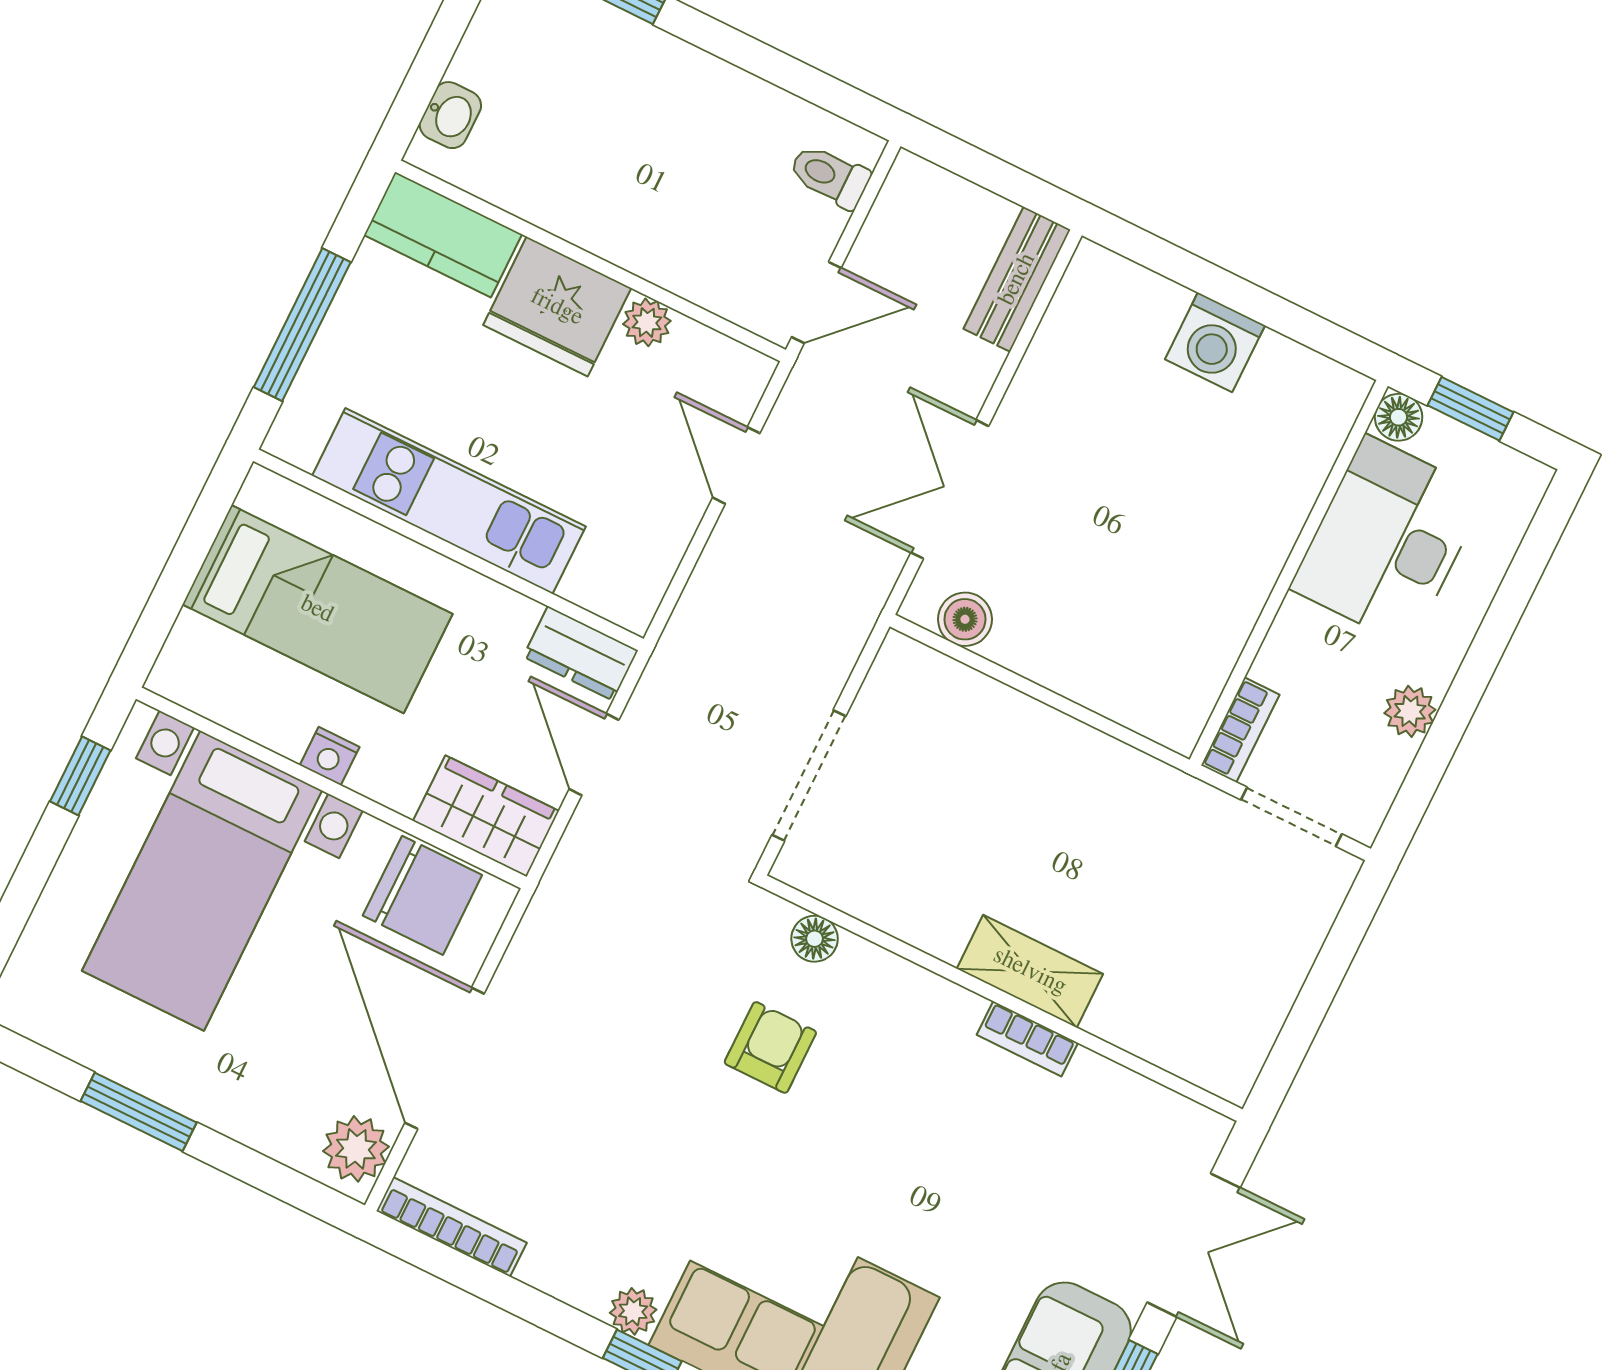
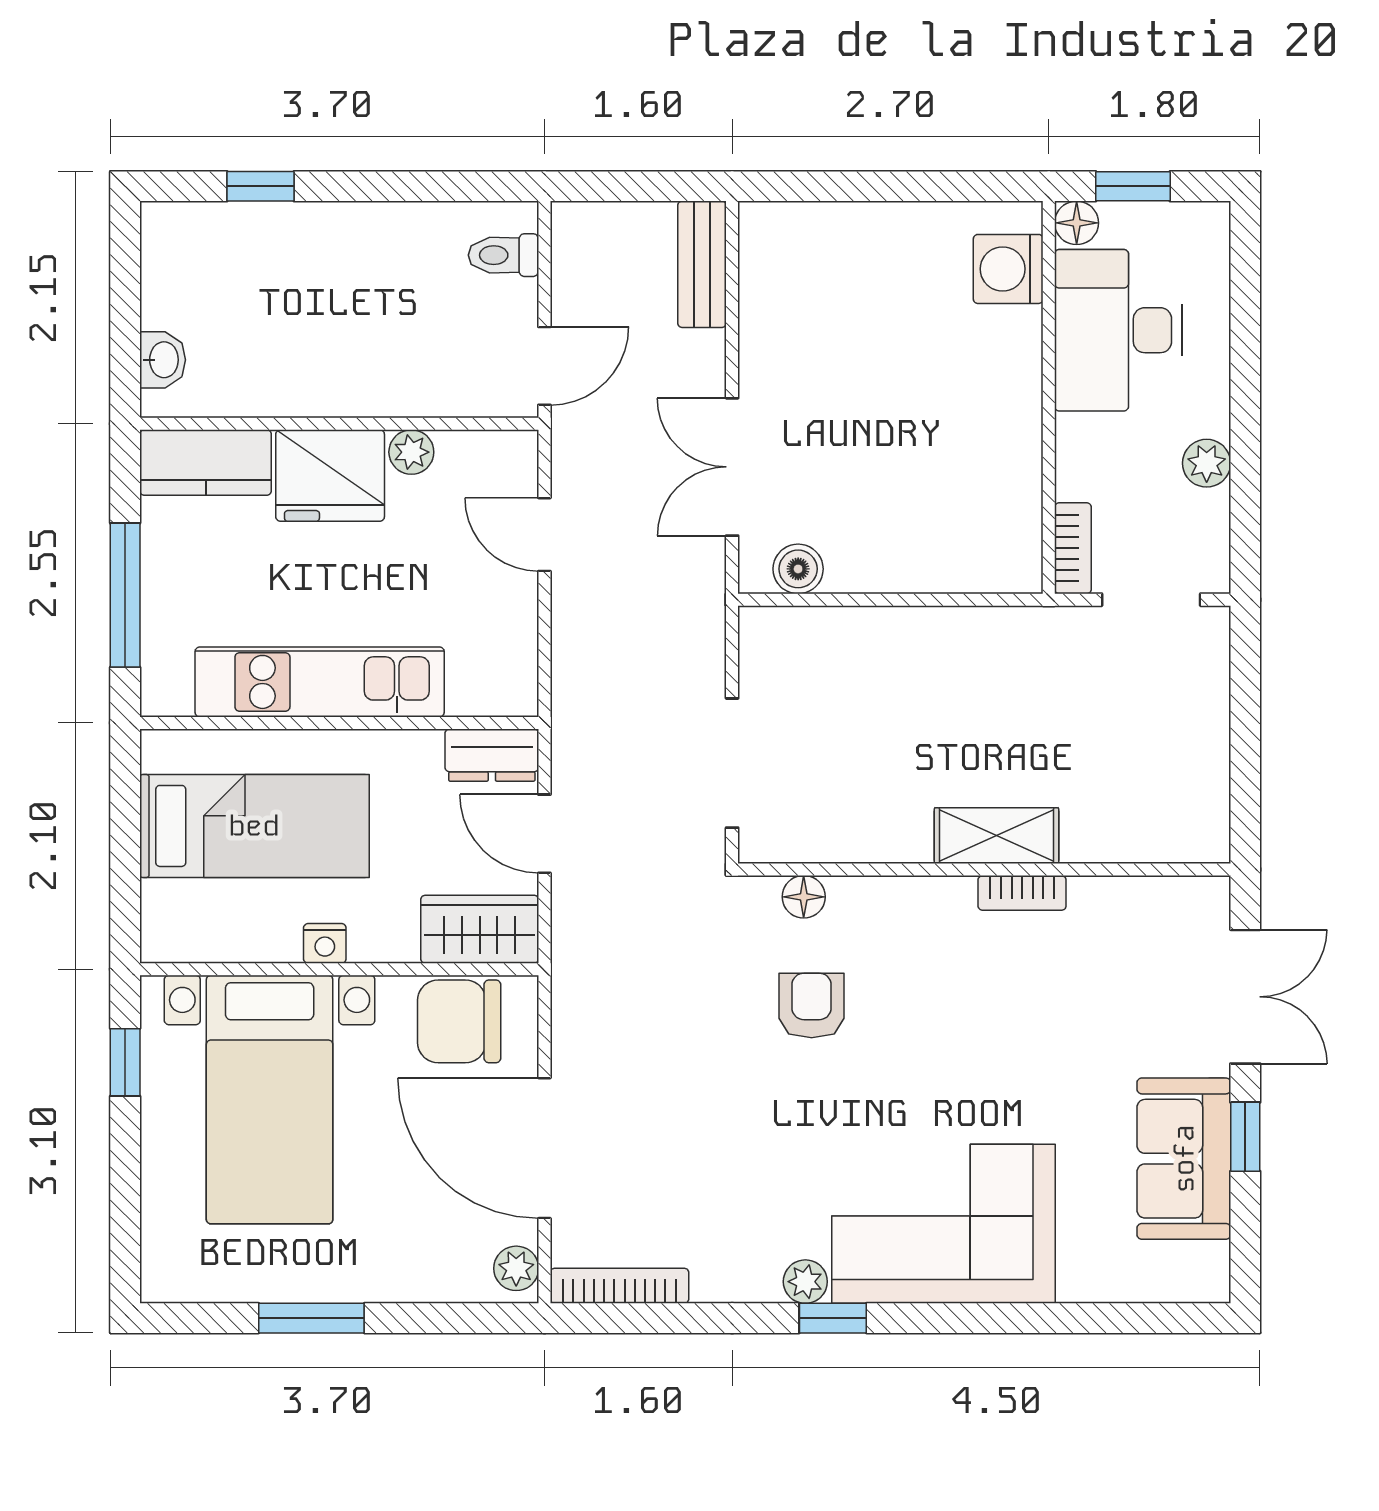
washing machine: (1215, 342) -> (1008, 269), moved, turned 90
chair: (422, 895) -> (459, 1021), turned 180
plant: (356, 1149) -> (516, 1268), width x0.73, depth x0.73

